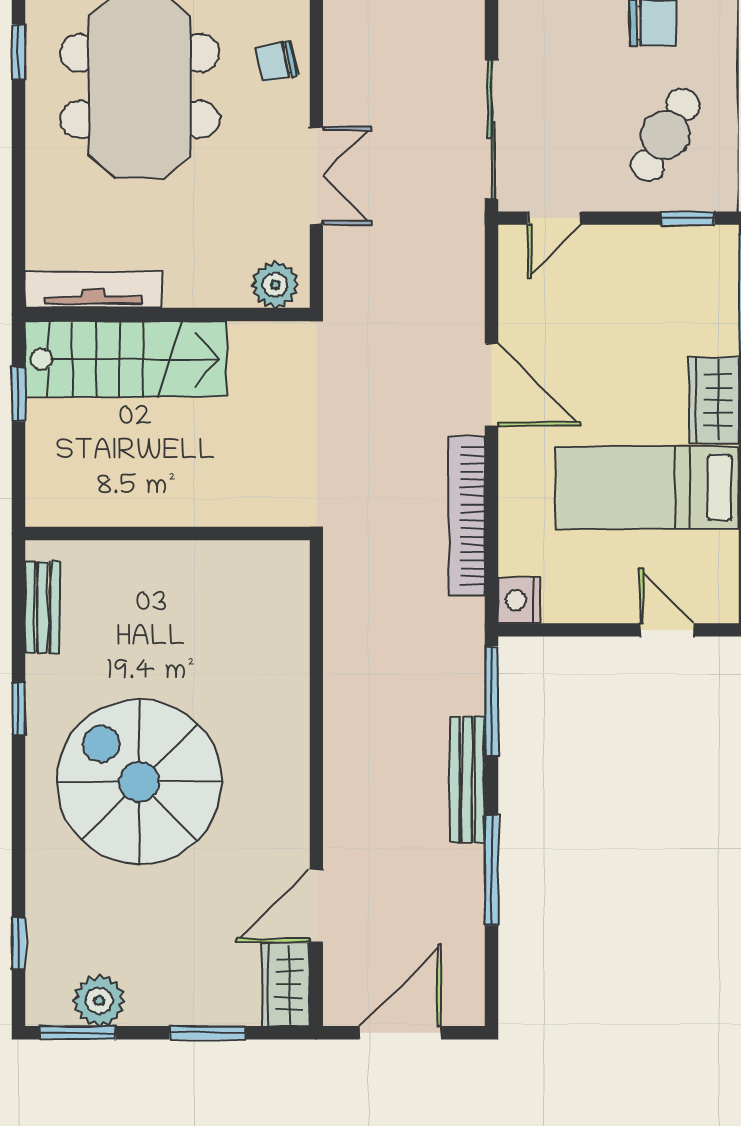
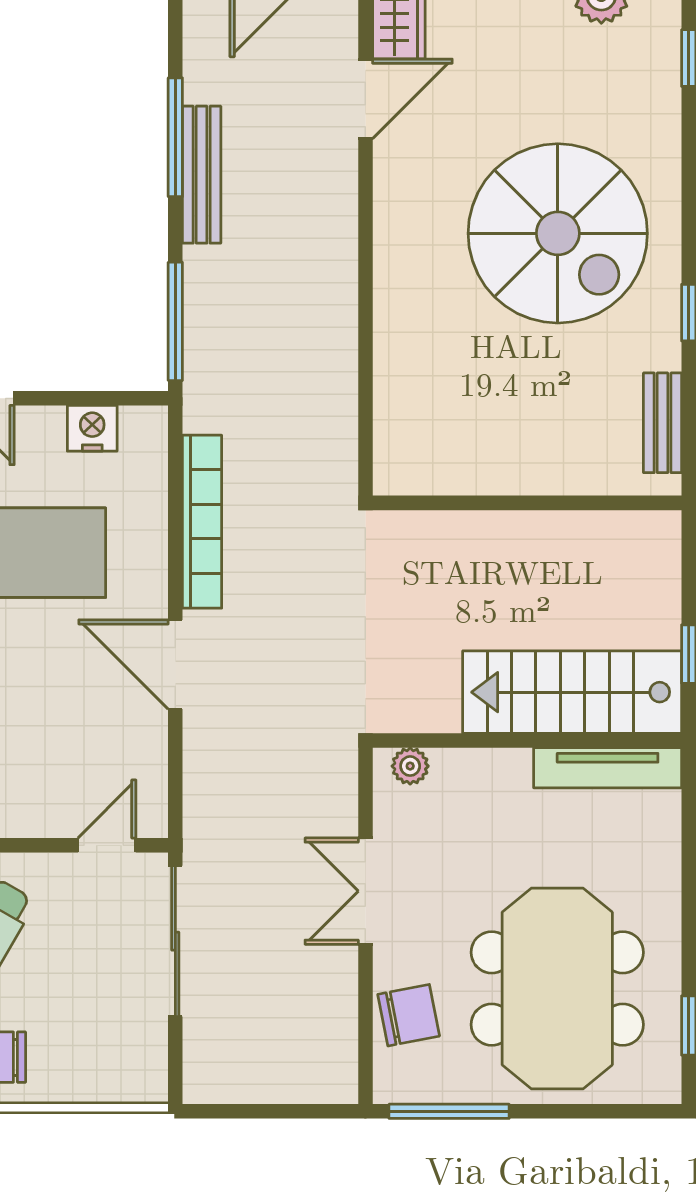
chair: (277, 62) -> (409, 1015), width x1.37, depth x1.37
plant: (275, 285) -> (410, 766), width x0.73, depth x0.73
nightstand: (519, 600) -> (92, 428), moved, turned -90
bench: (467, 780) -> (202, 175), moved

